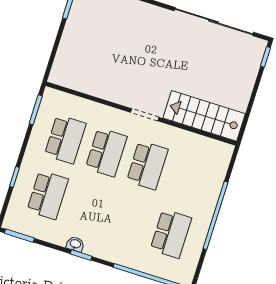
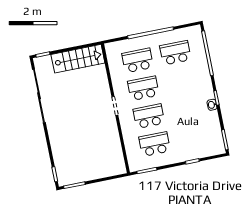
stairs: (204, 116) -> (78, 59), moved, turned -90
school desk: (48, 195) -> (138, 60), moved

